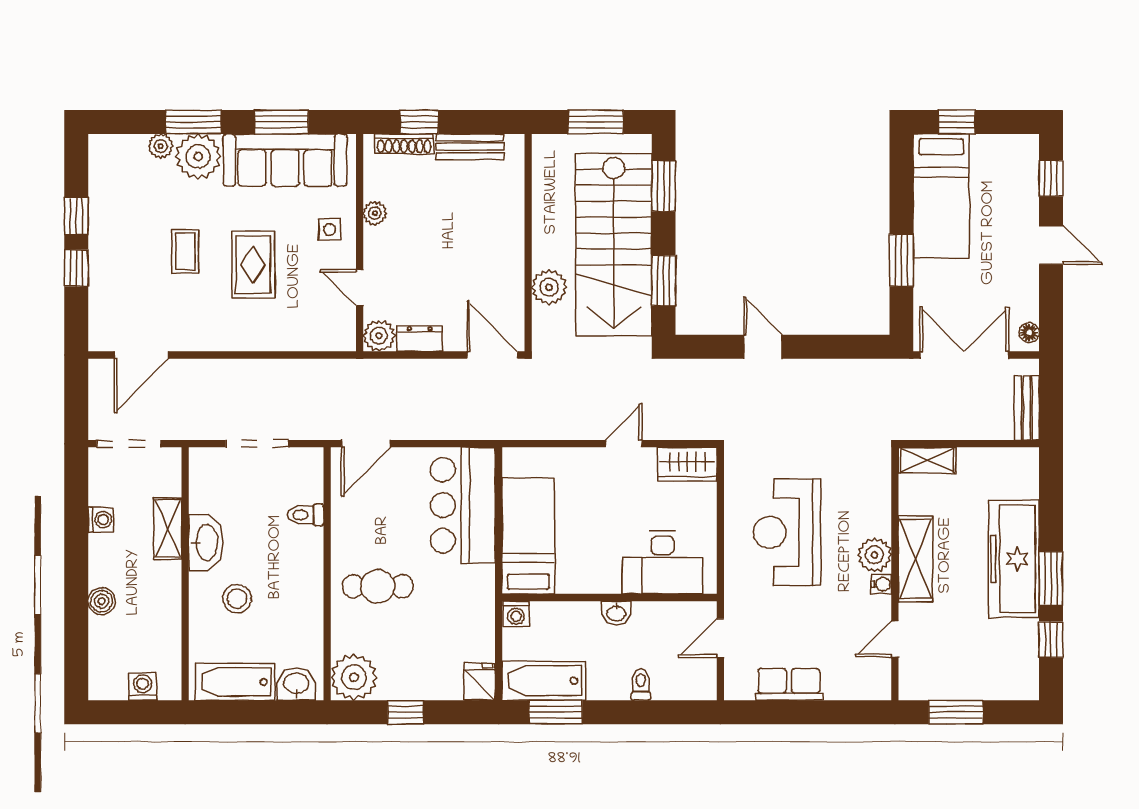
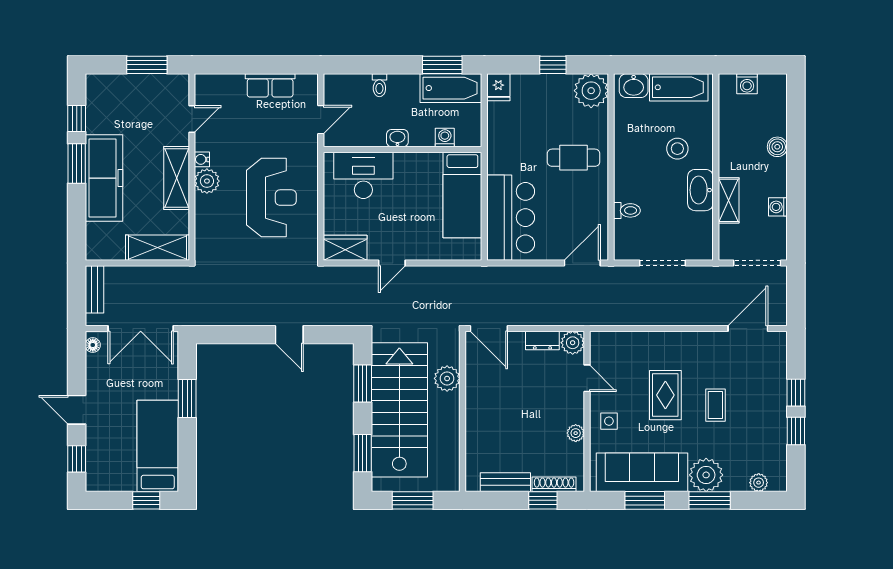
plant: (161, 146) -> (759, 483), moved
shelving: (927, 460) -> (157, 248), width x1.50, depth x1.33
washing machine: (516, 614) -> (445, 137), moved

